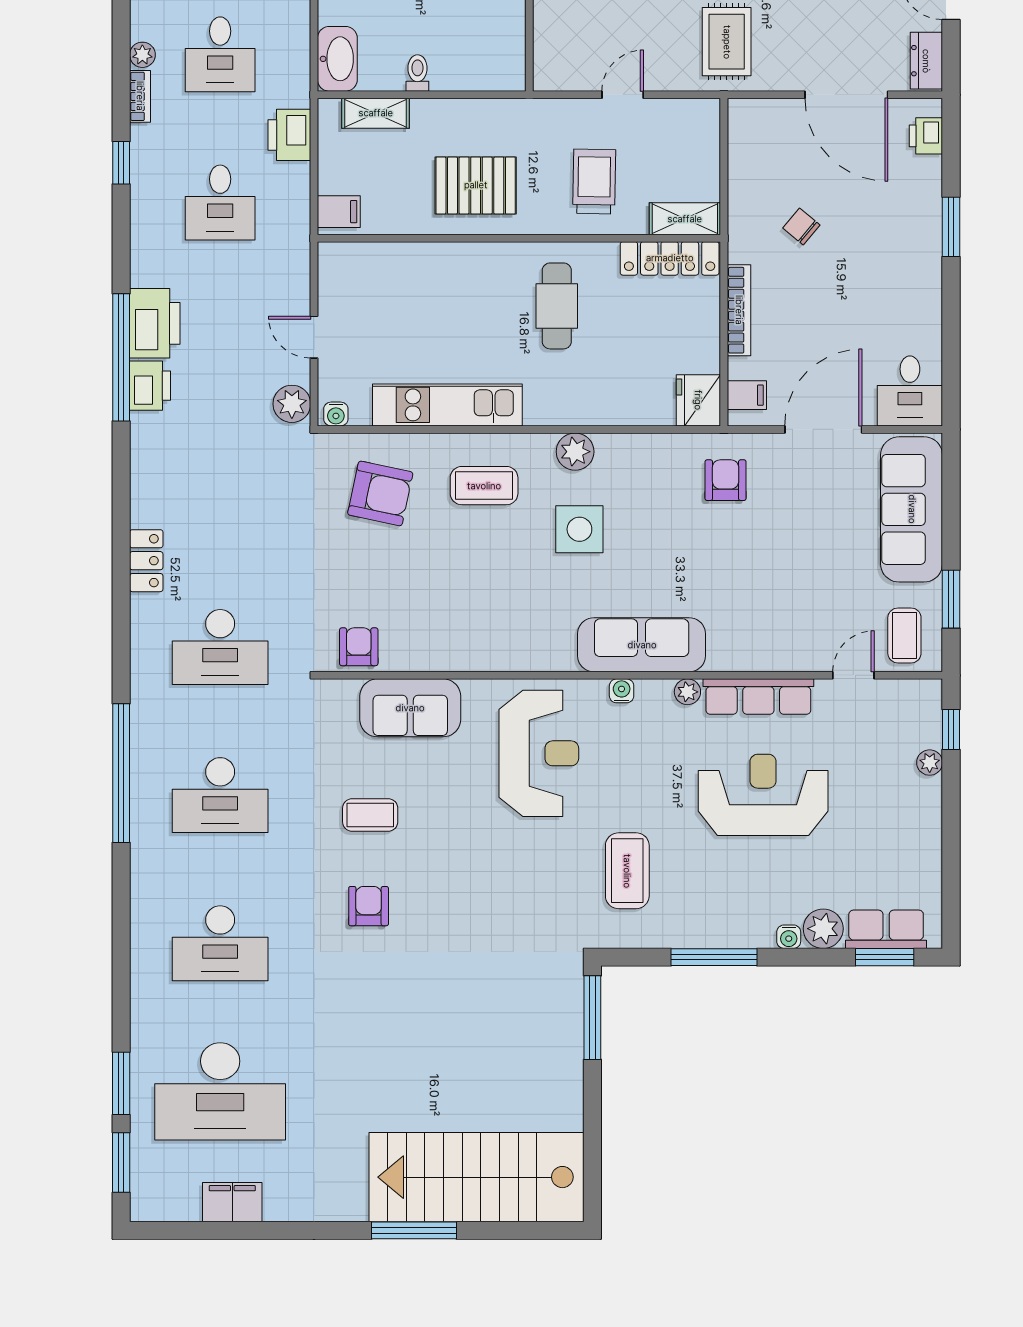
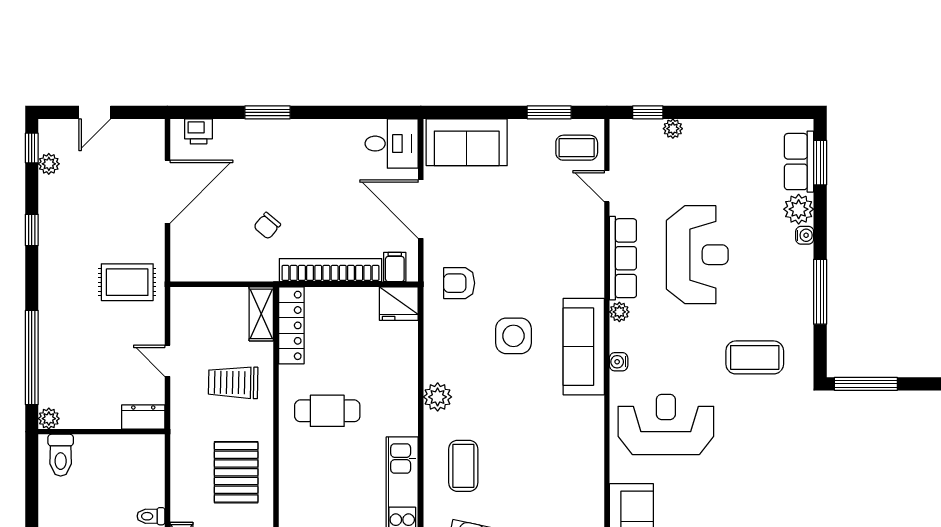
dresser: (926, 61) -> (143, 417), moved, turned 180
bookcase: (739, 310) -> (331, 270), width x1.48, depth x1.31
sofa: (912, 509) -> (467, 142), width x0.73
side table: (579, 529) -> (513, 336), moved
reception desk: (763, 795) -> (697, 255), turned 180

